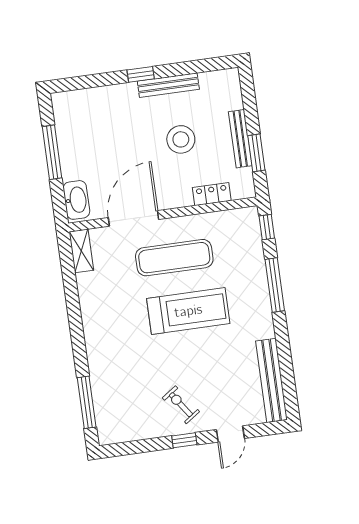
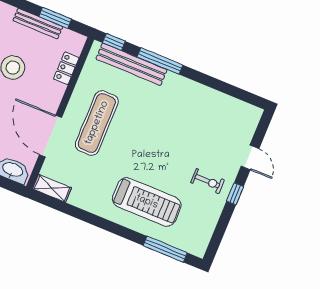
treadmill: (188, 311) -> (147, 202), moved, turned 90
bench: (272, 380) -> (132, 64), moved
exercise bike: (181, 405) -> (207, 181), turned -145

